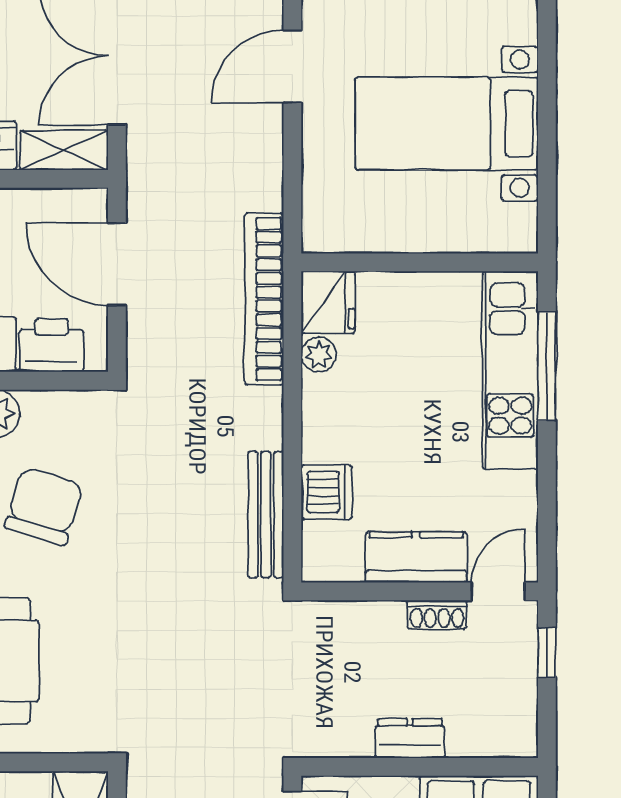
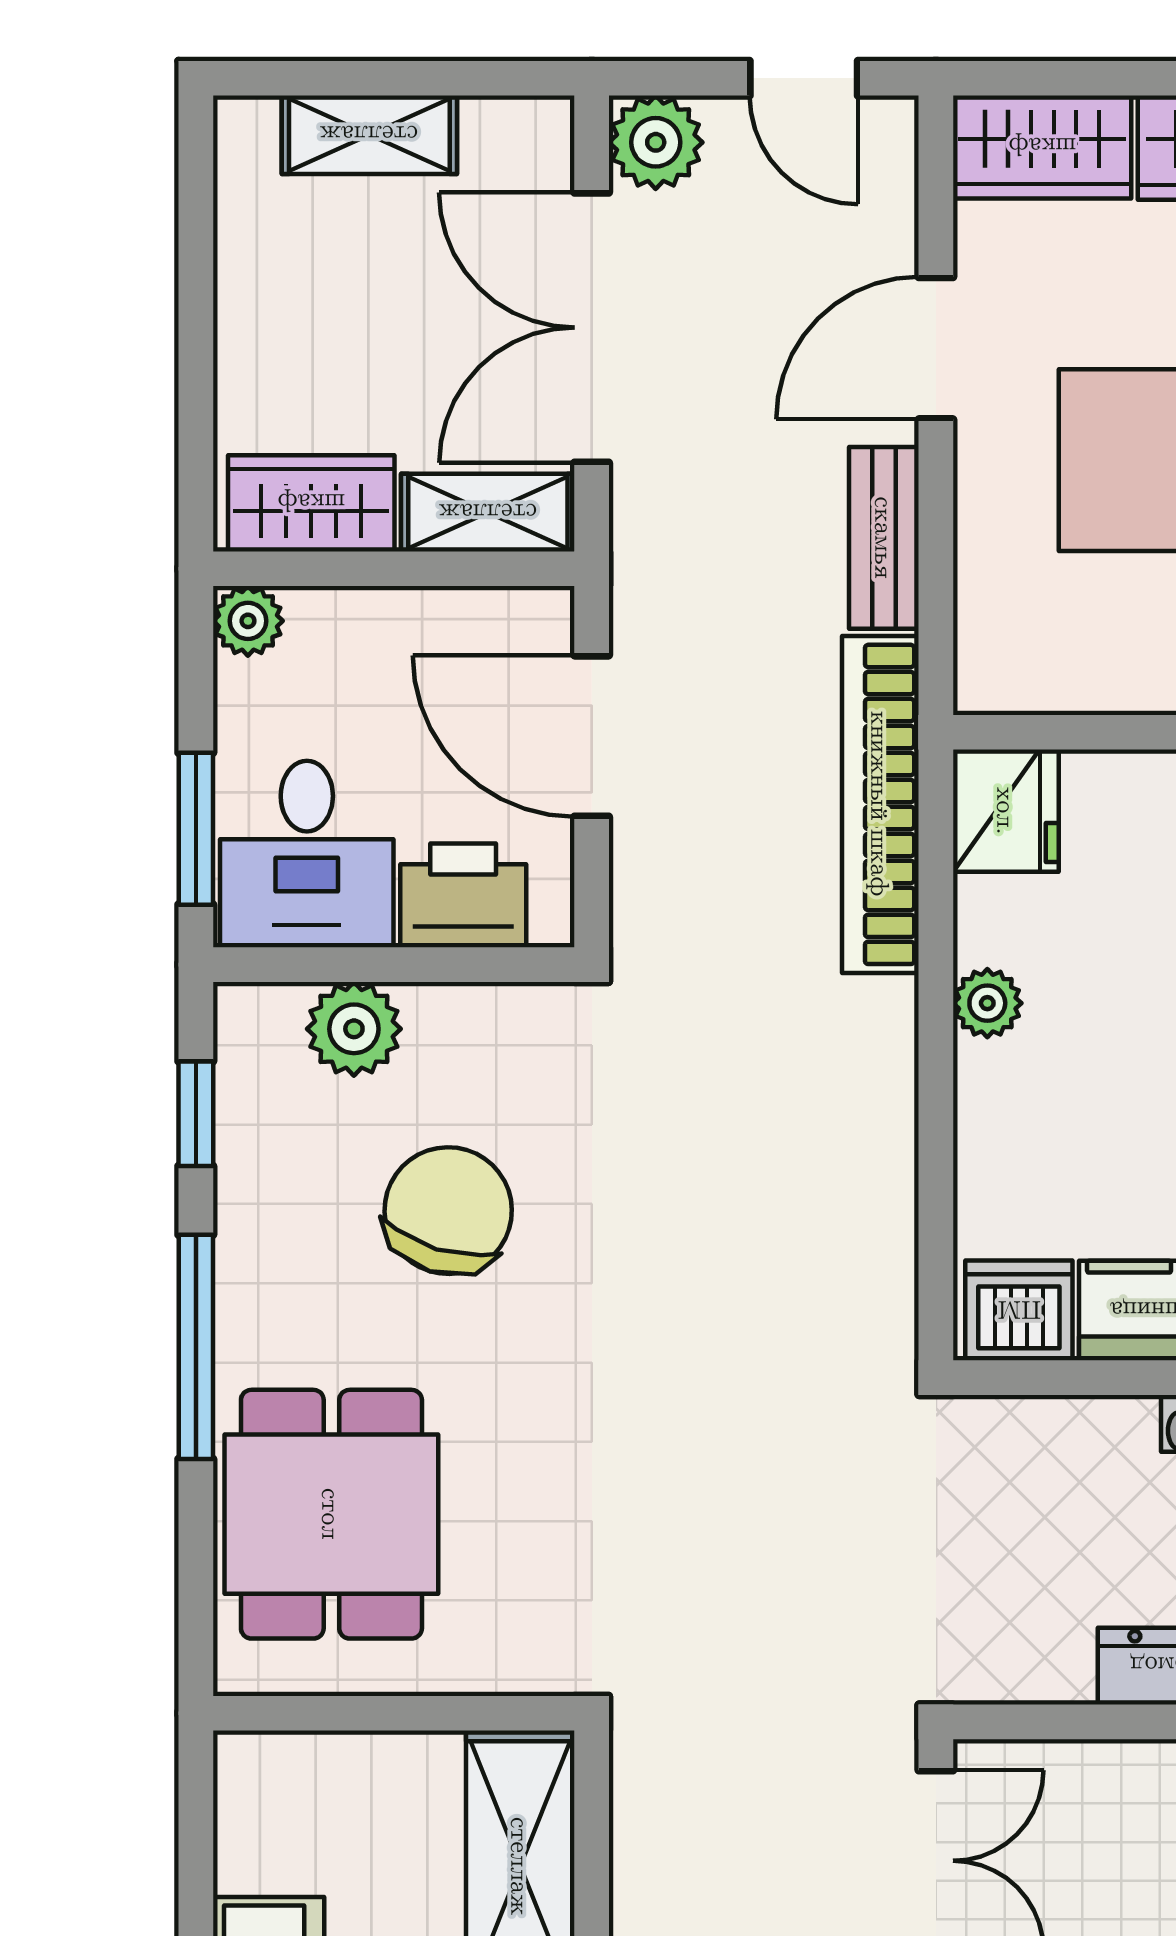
plant: (319, 355) -> (987, 1003), moved
dishwasher: (327, 492) -> (1019, 1310), moved, turned -90
bench: (266, 515) -> (884, 538), moved, width x0.73

